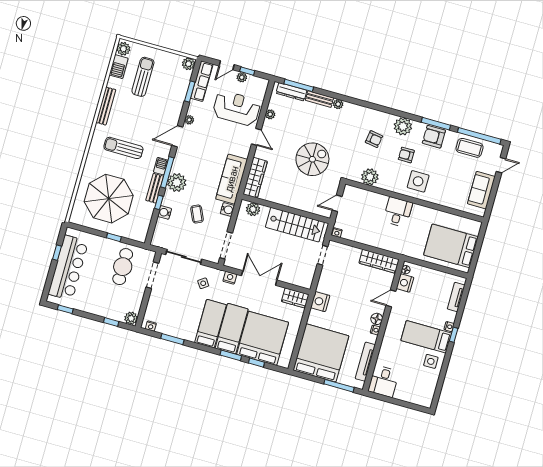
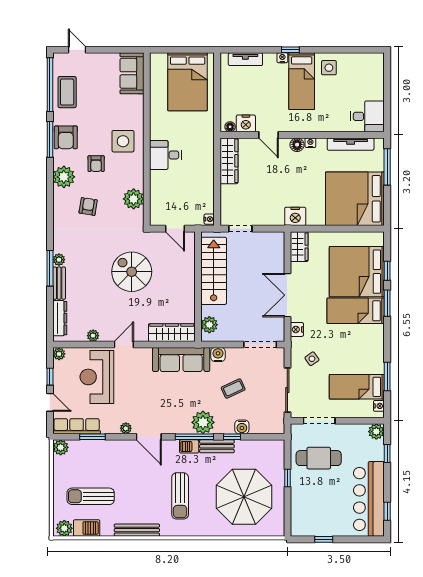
plant: (242, 77) -> (59, 354), moved
window: (299, 85) -> (50, 268), moved
sofa: (481, 190) -> (132, 73), moved, turned 90
bar counter: (68, 268) -> (369, 499), moved, turned -90
bed: (210, 324) -> (357, 387), moved

